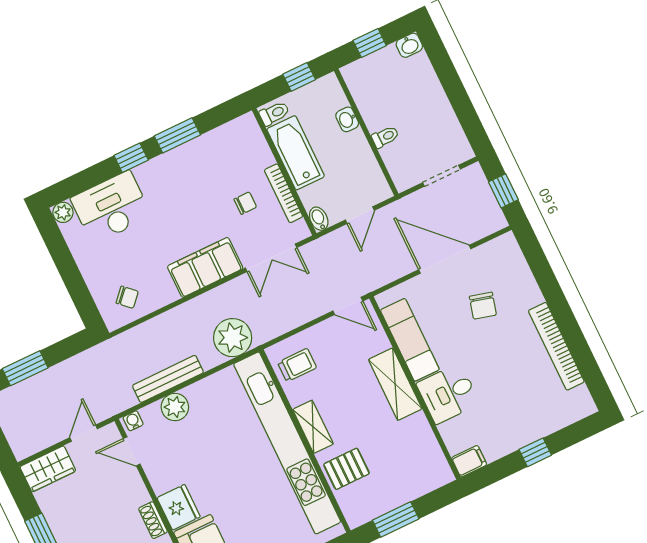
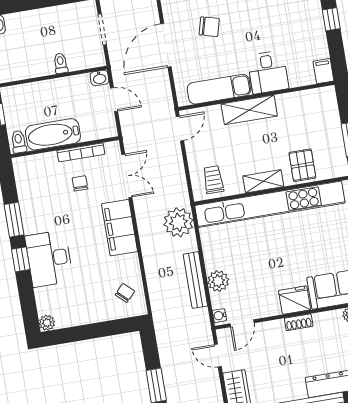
washbasin: (347, 119) -> (100, 78), moved
desk: (111, 207) -> (49, 259), moved
bidet: (319, 219) -> (108, 131), removed

